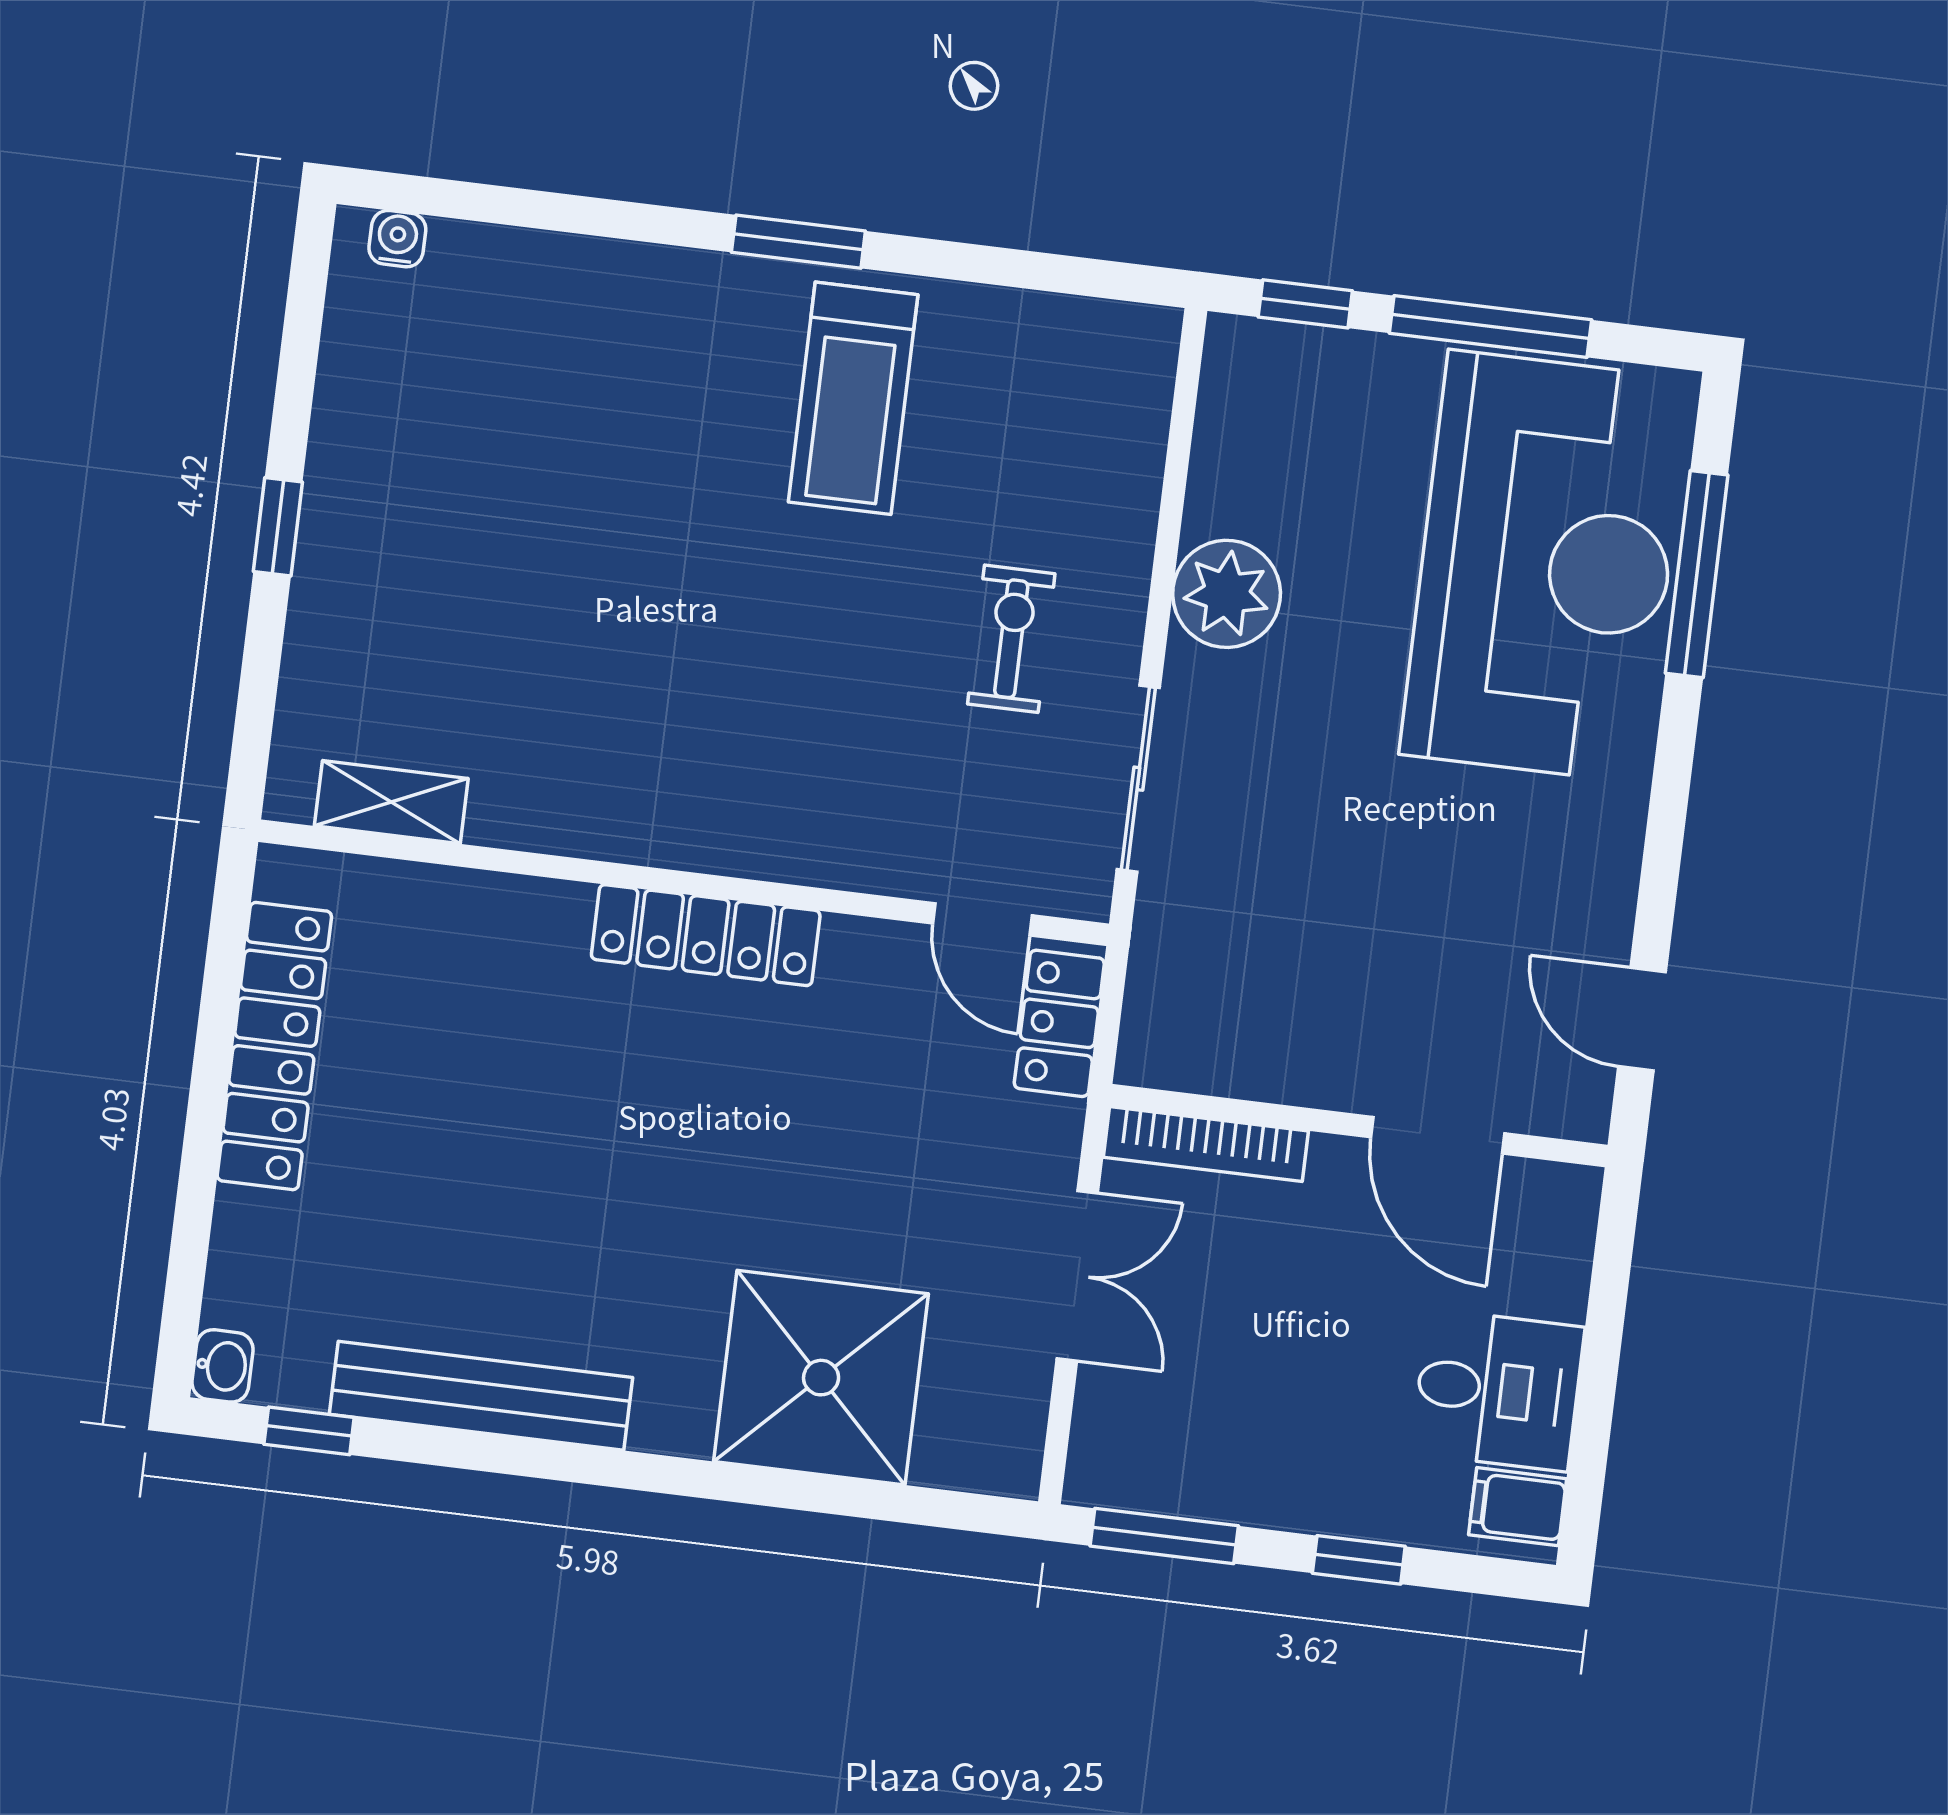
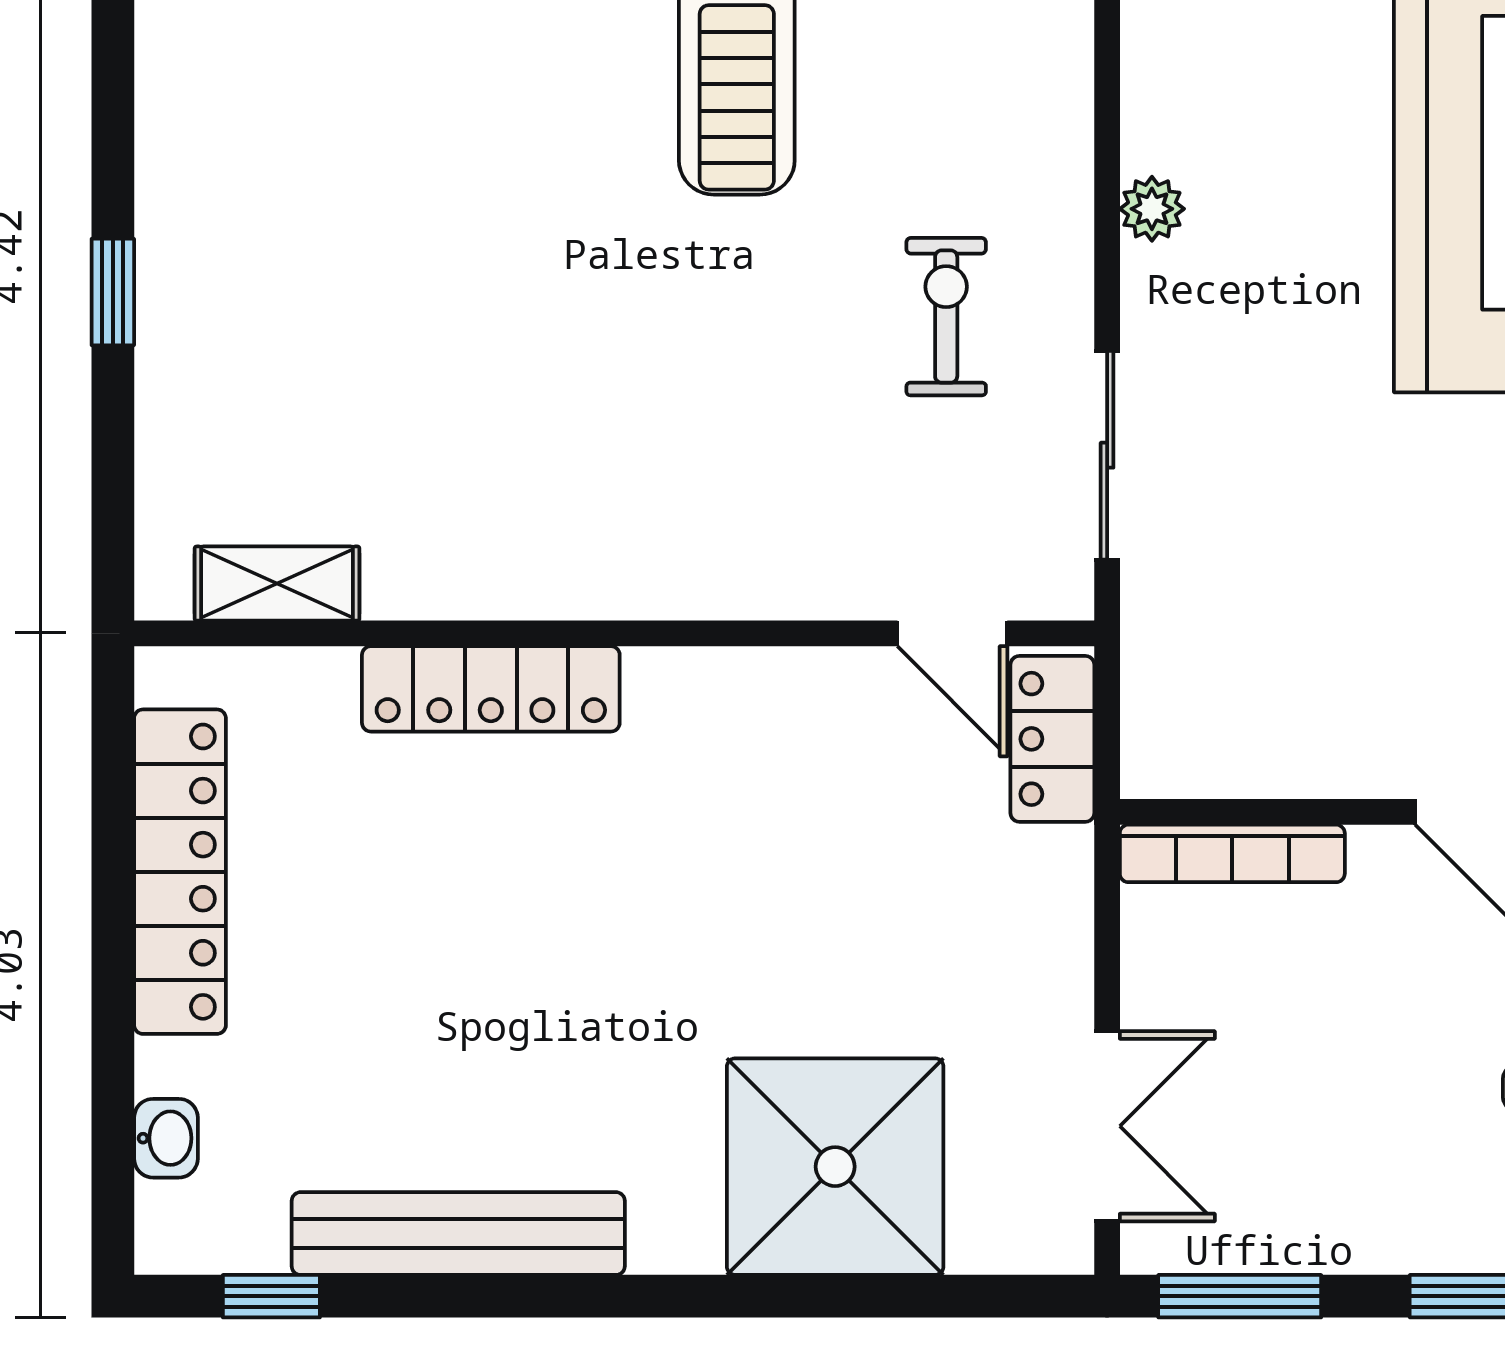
plant: (1227, 594) -> (1152, 209), width x0.53, depth x0.53
locker: (706, 935) -> (491, 689), moved
double door: (1077, 1276) -> (1107, 1126), moved
washbasin: (222, 1366) -> (166, 1138), moved

